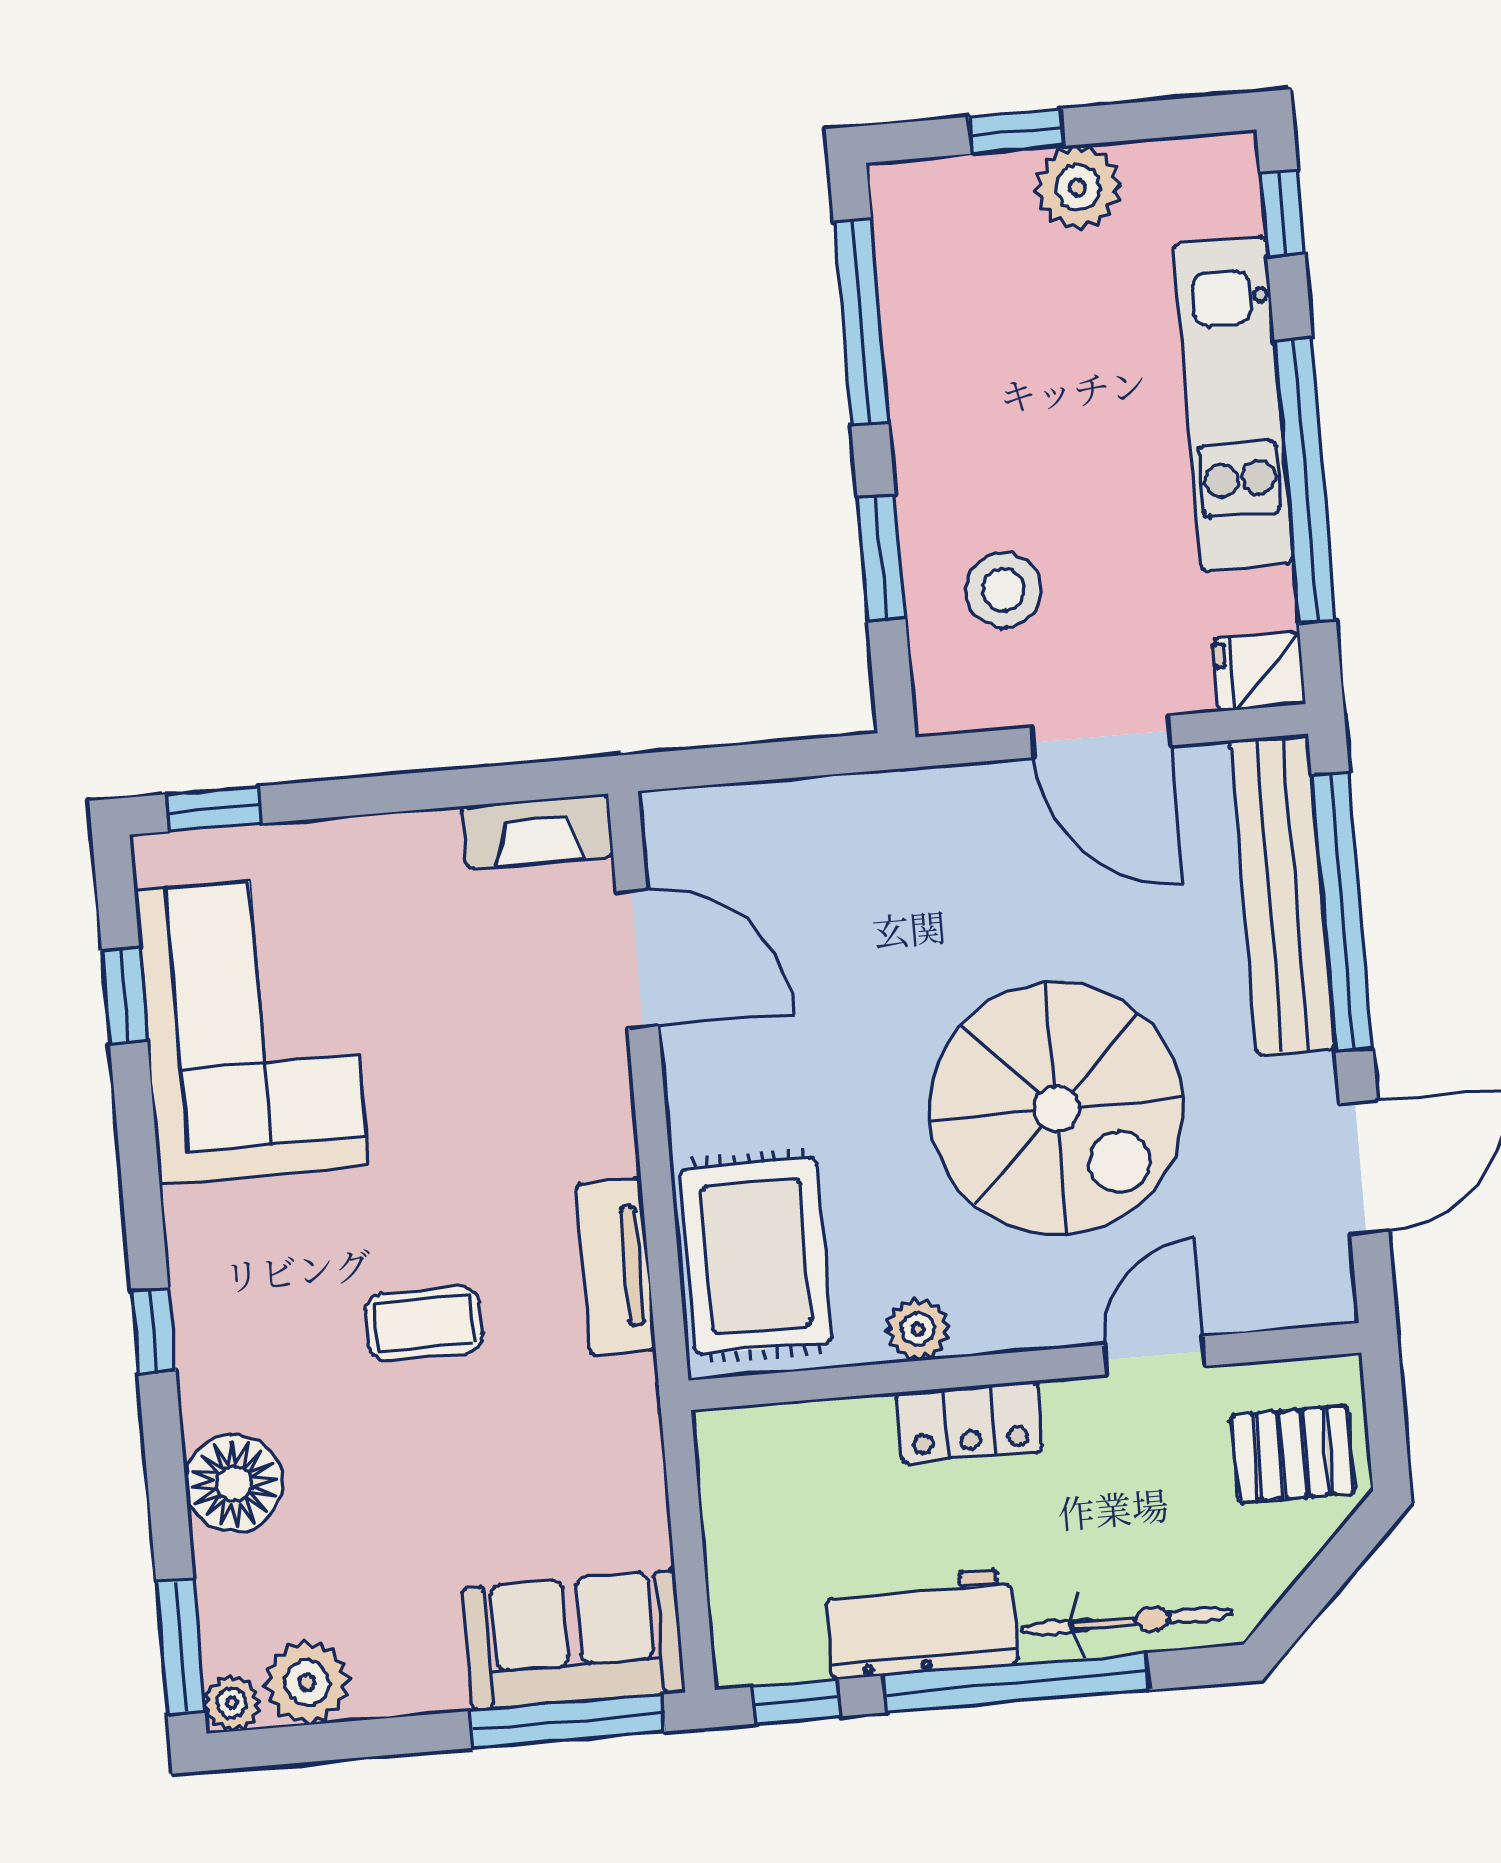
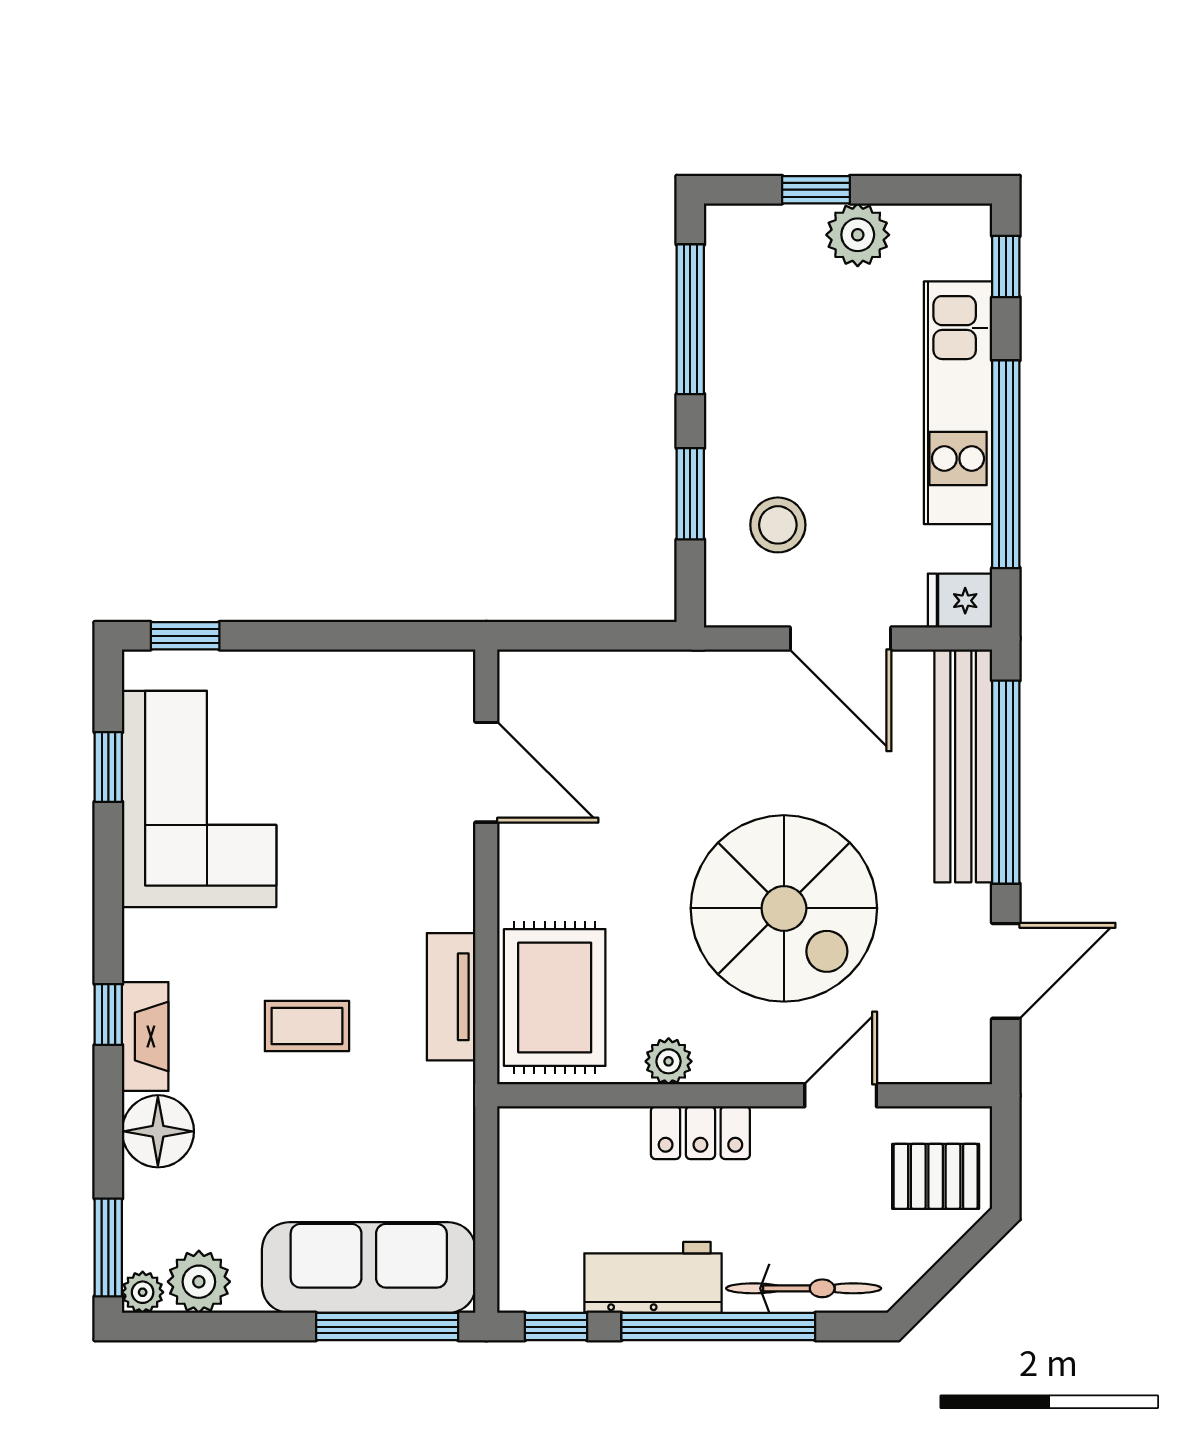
fireplace: (537, 831) -> (145, 1036), moved, turned -90
sofa: (574, 1640) -> (369, 1268), width x1.36

